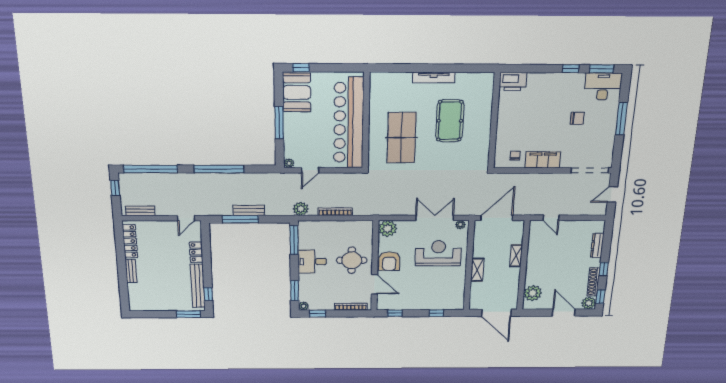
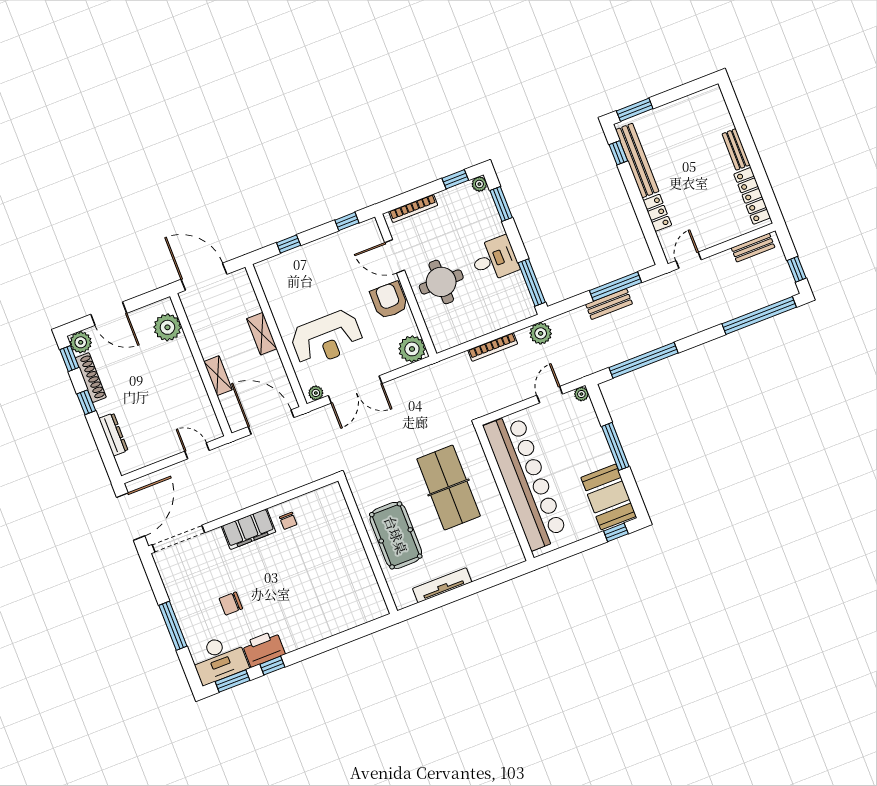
printer: (513, 82) -> (264, 649), moved
wall: (494, 121) -> (368, 546), moved
window: (219, 169) -> (644, 360), moved
door: (612, 194) -> (131, 517), width x1.88
door: (497, 218) -> (271, 422), swing flipped

